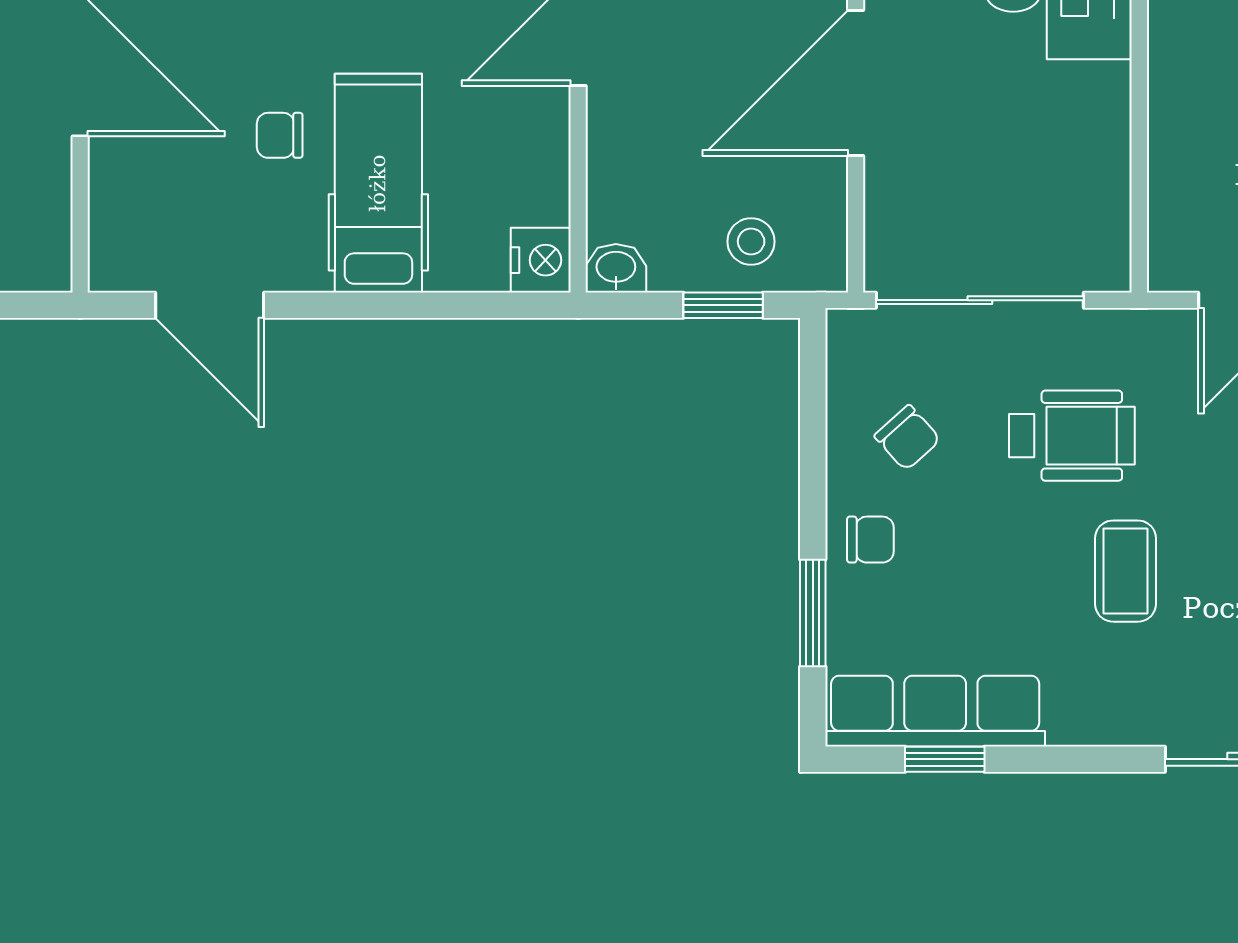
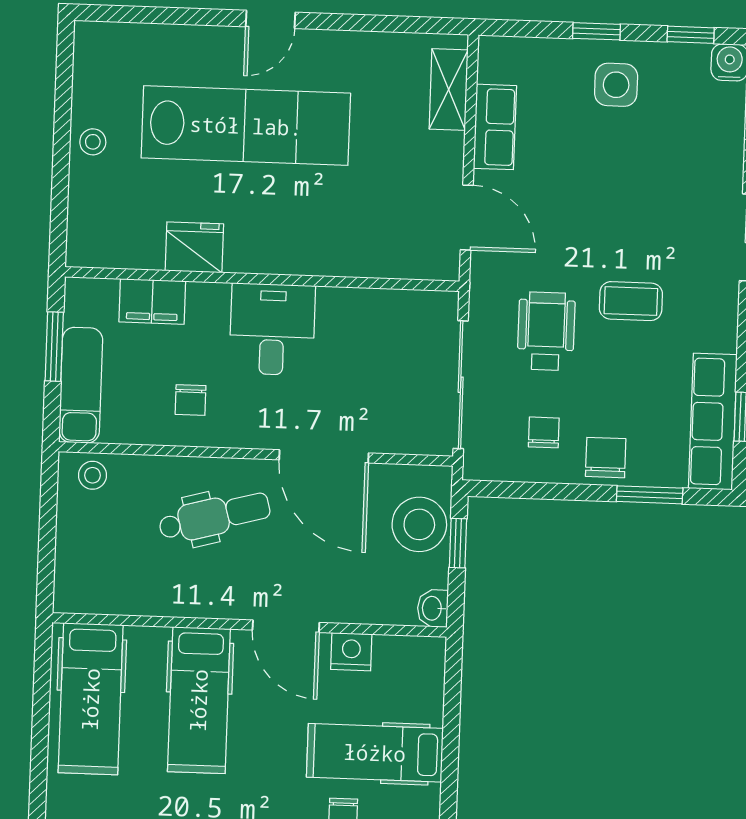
stool: (751, 242) -> (419, 524), width x1.89, depth x1.89
nightstand: (541, 260) -> (351, 652), moved
chair: (907, 438) -> (544, 432), turned -48
chair: (870, 540) -> (606, 458), width x1.37, depth x1.37

